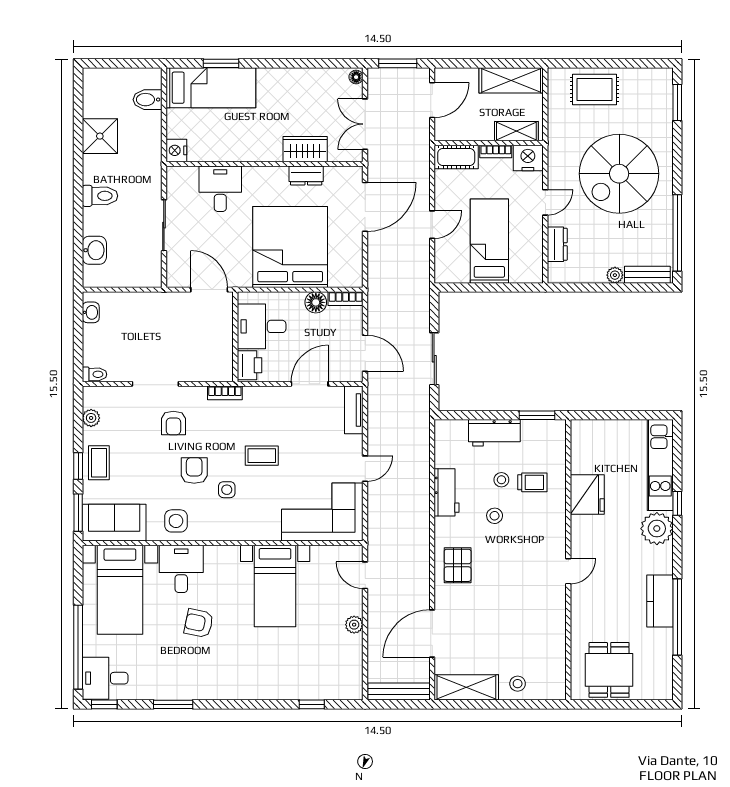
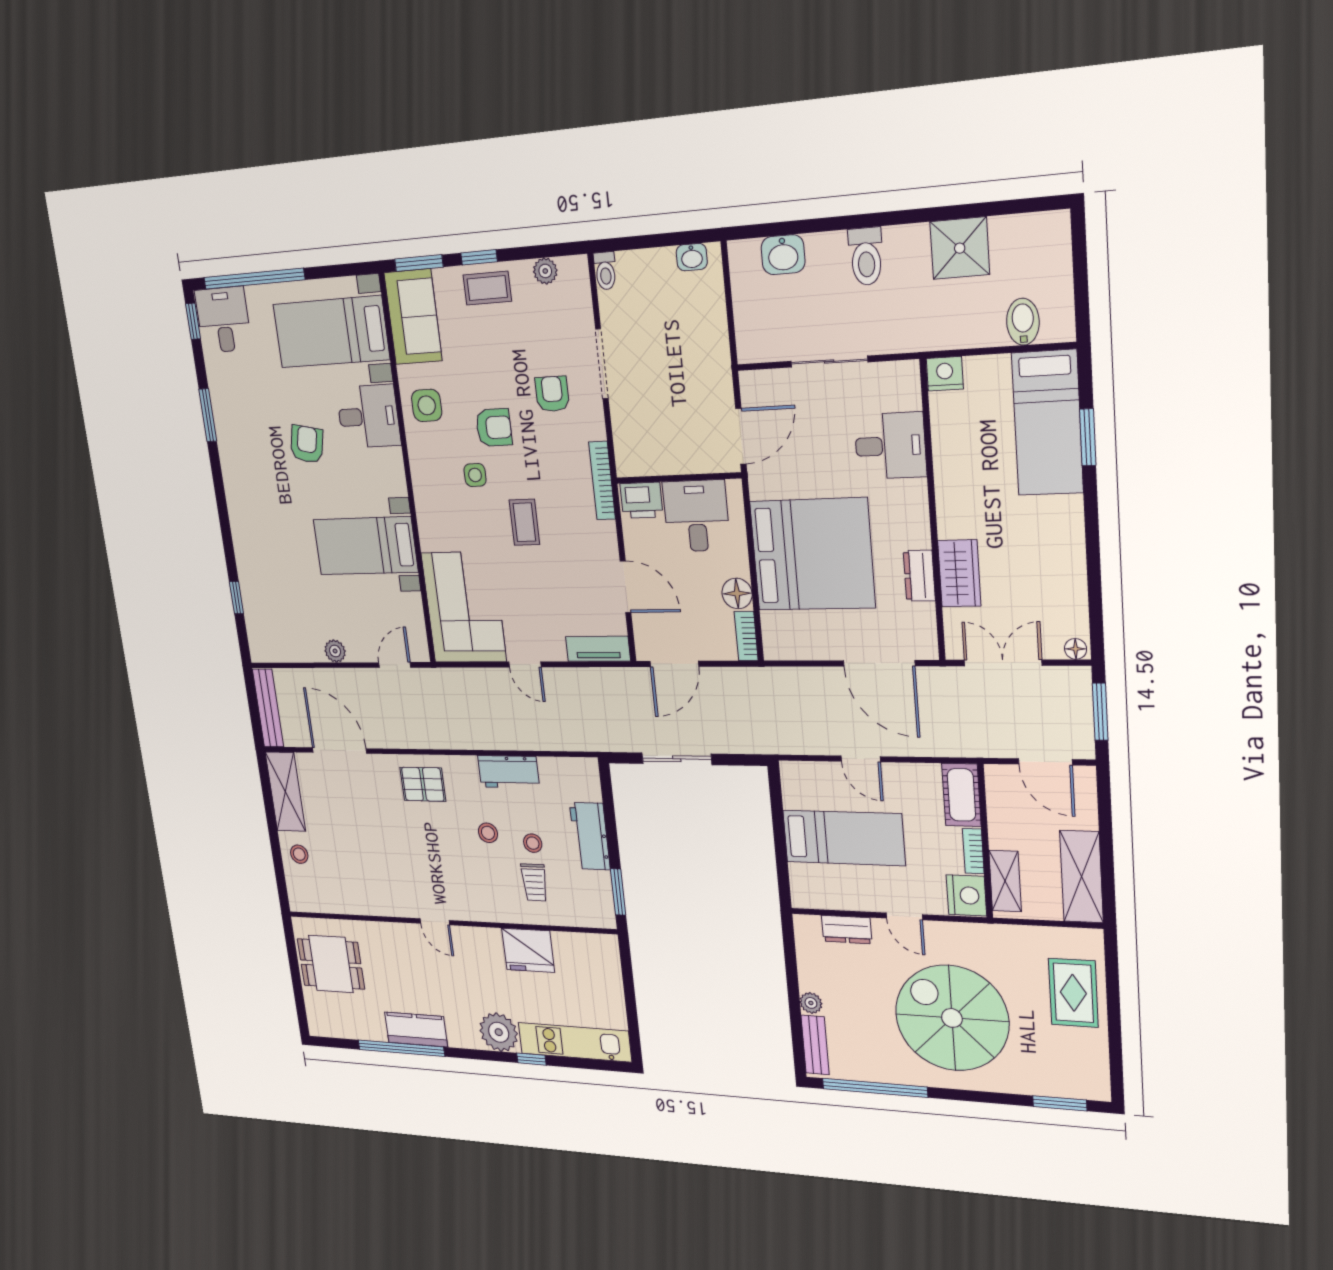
bookcase: (225, 393) -> (602, 481), width x1.56
armchair: (173, 423) -> (552, 394), turned 90

